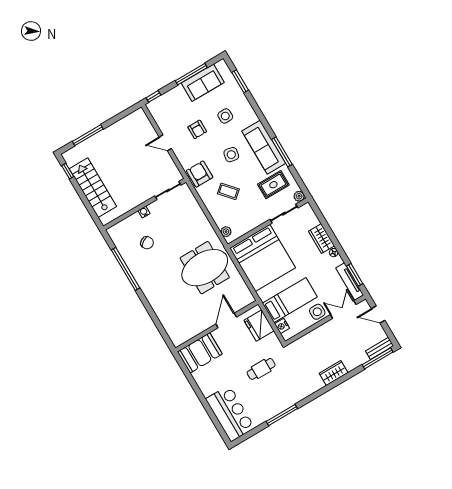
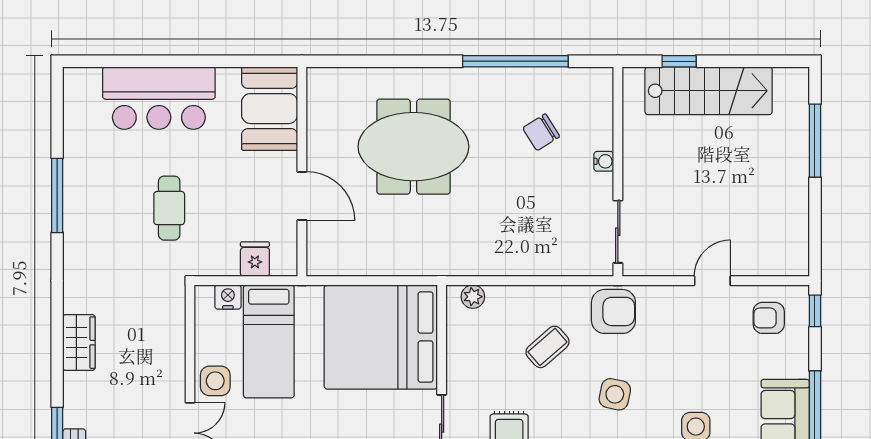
armchair: (197, 129) -> (769, 318), moved
window: (68, 171) -> (679, 61), moved
meeting table: (205, 268) -> (413, 147), moved, turned 90
fridge: (259, 325) -> (255, 259), width x0.53, depth x0.75
bar counter: (230, 413) -> (159, 98), moved

